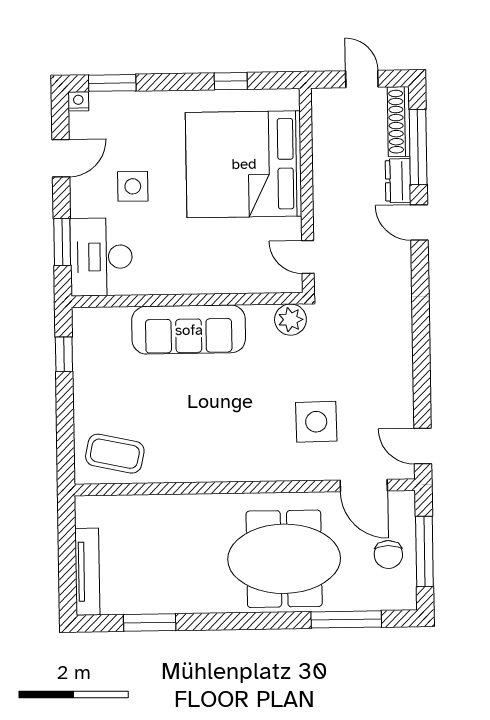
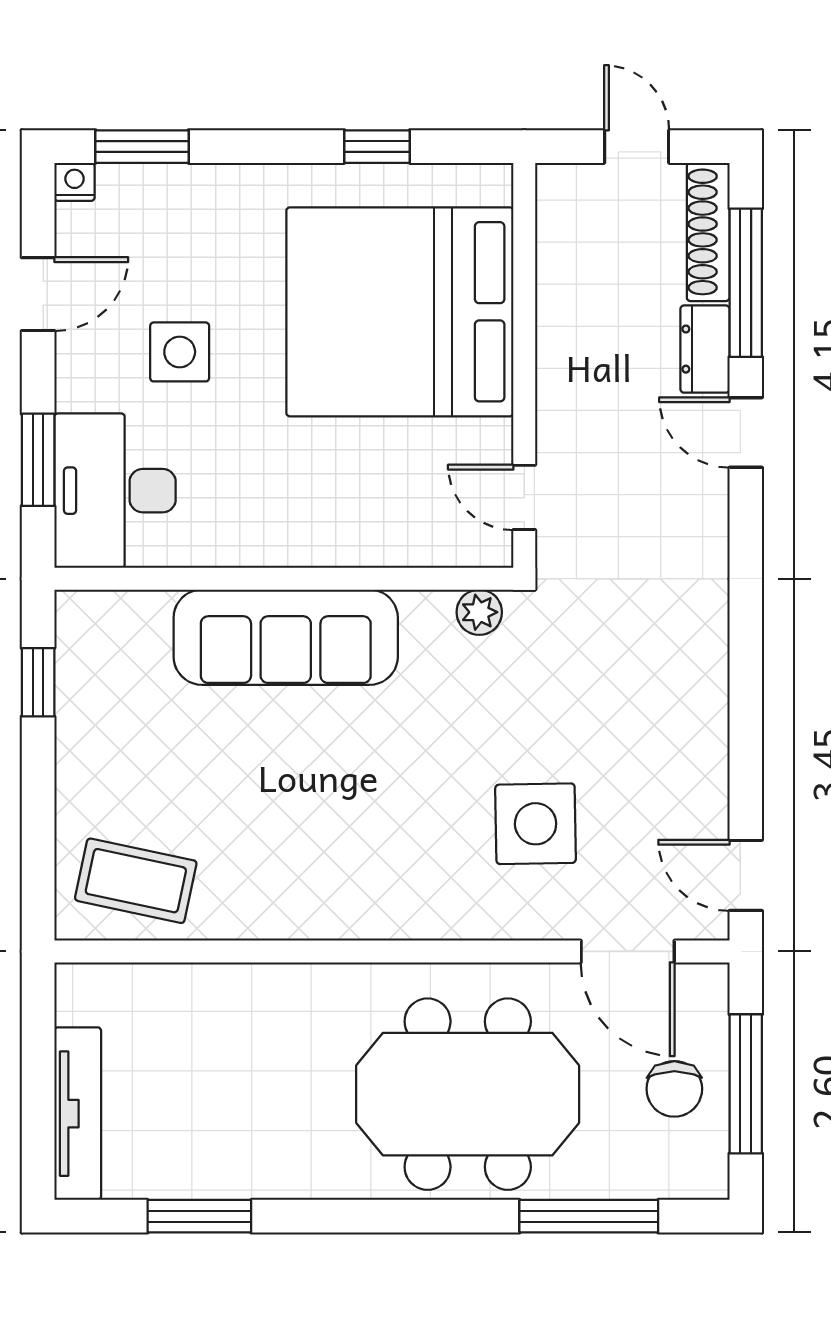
plant: (290, 320) -> (479, 612), width x0.73, depth x0.73

